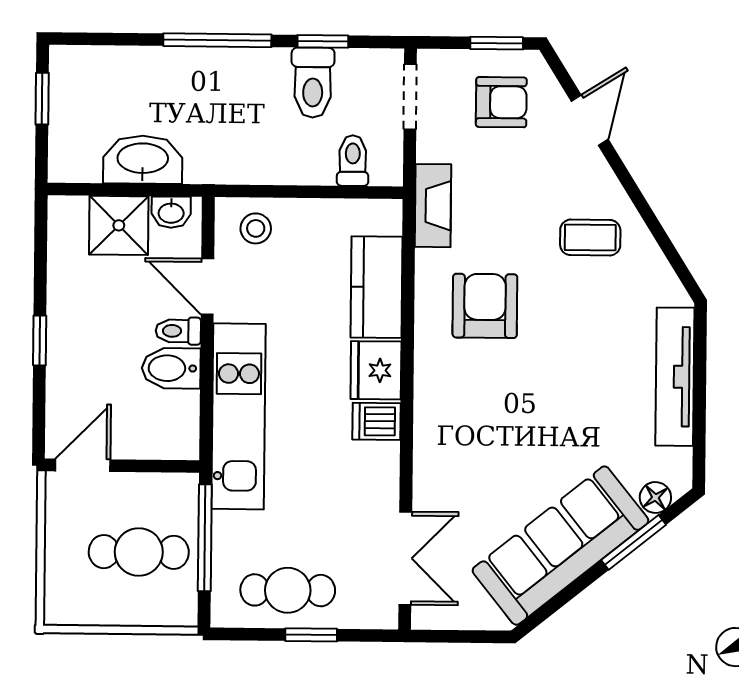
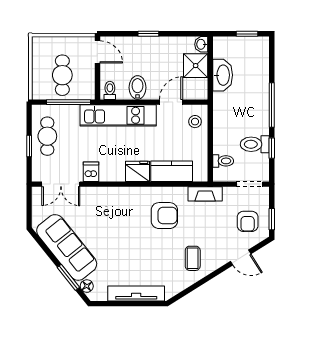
washbasin: (171, 212) -> (201, 44), moved
toilet: (178, 331) -> (110, 90), moved
dishwasher: (377, 421) -> (91, 172), moved

